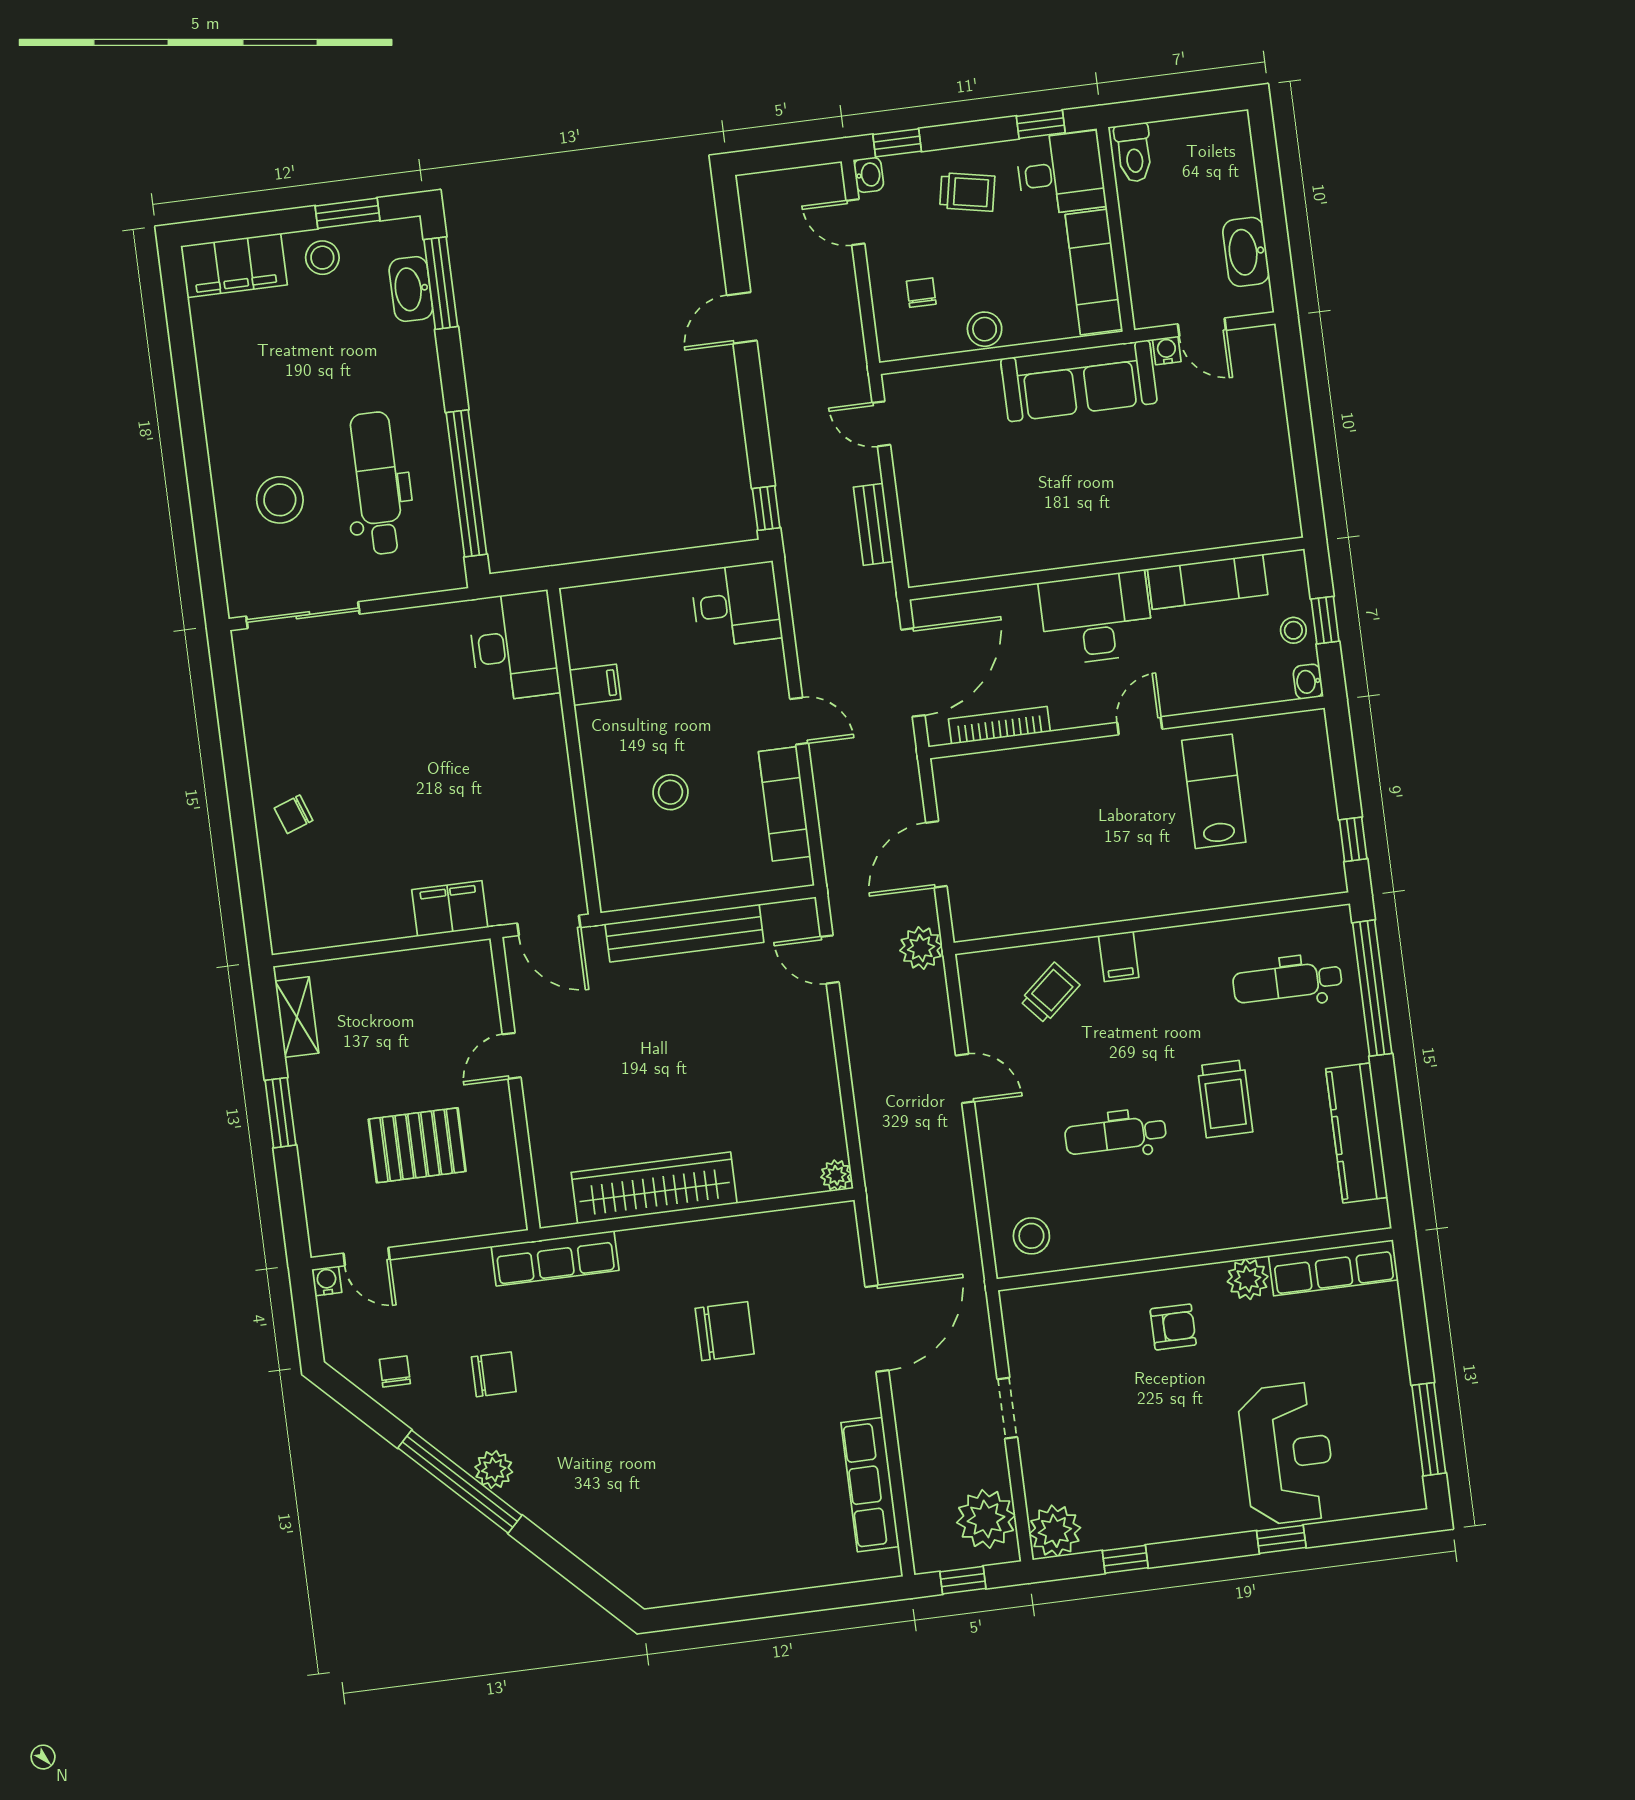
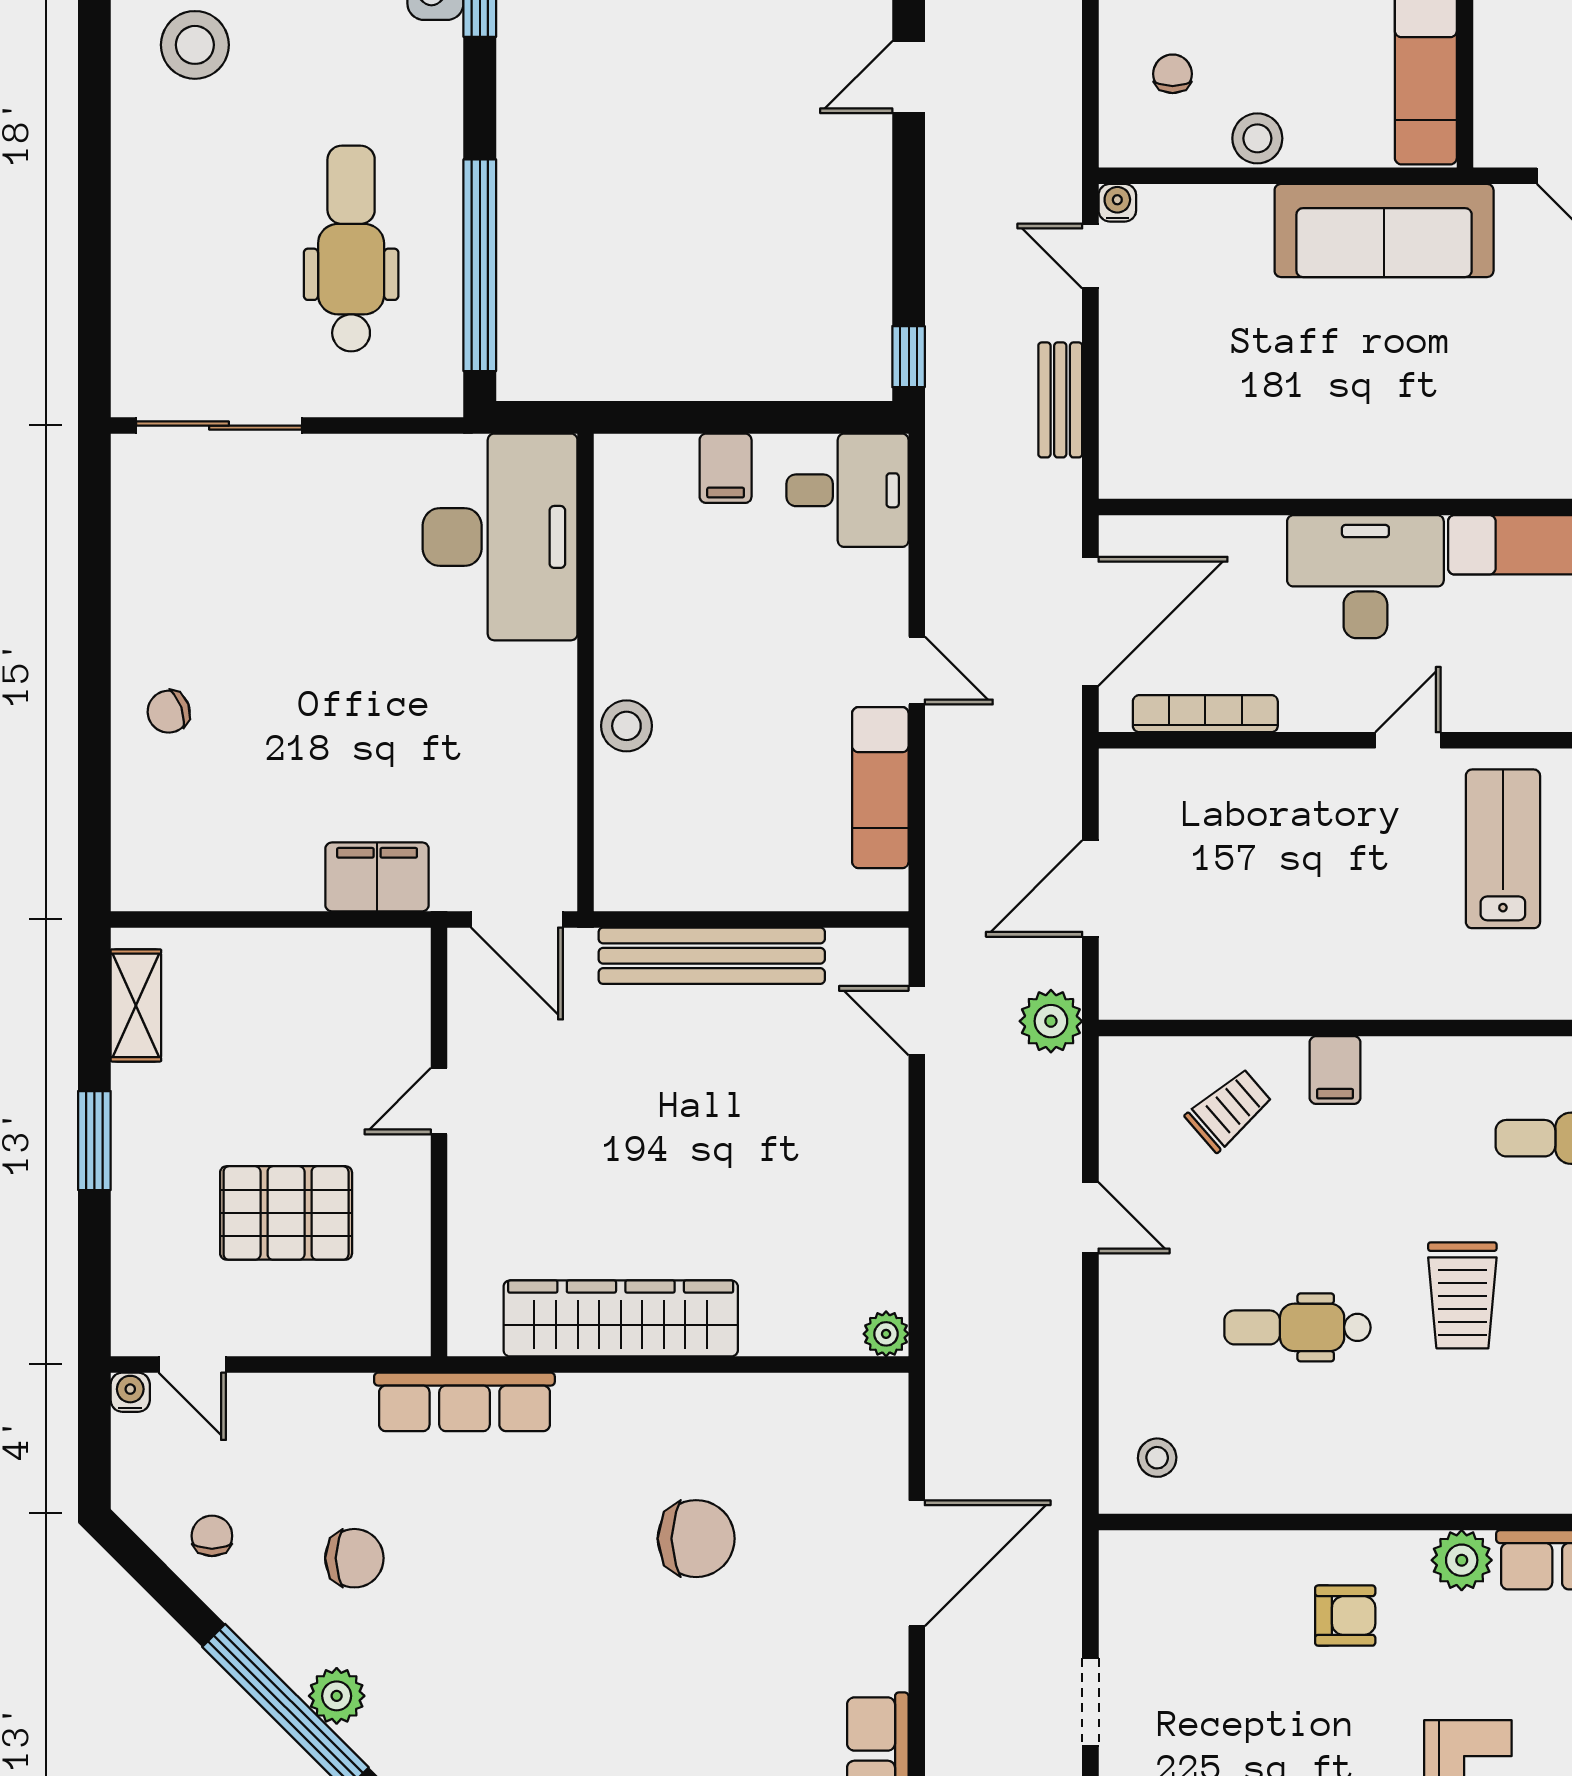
water cooler: (1167, 350) -> (1117, 203), moved
stool: (280, 500) -> (195, 45), moved
desk: (514, 646) -> (500, 537), width x1.36, depth x1.30
filing cabinet: (595, 685) -> (726, 468), moved, turned 90
stool: (671, 792) -> (626, 726), moved
stool: (1031, 1236) -> (1157, 1458), width x0.73, depth x0.73

